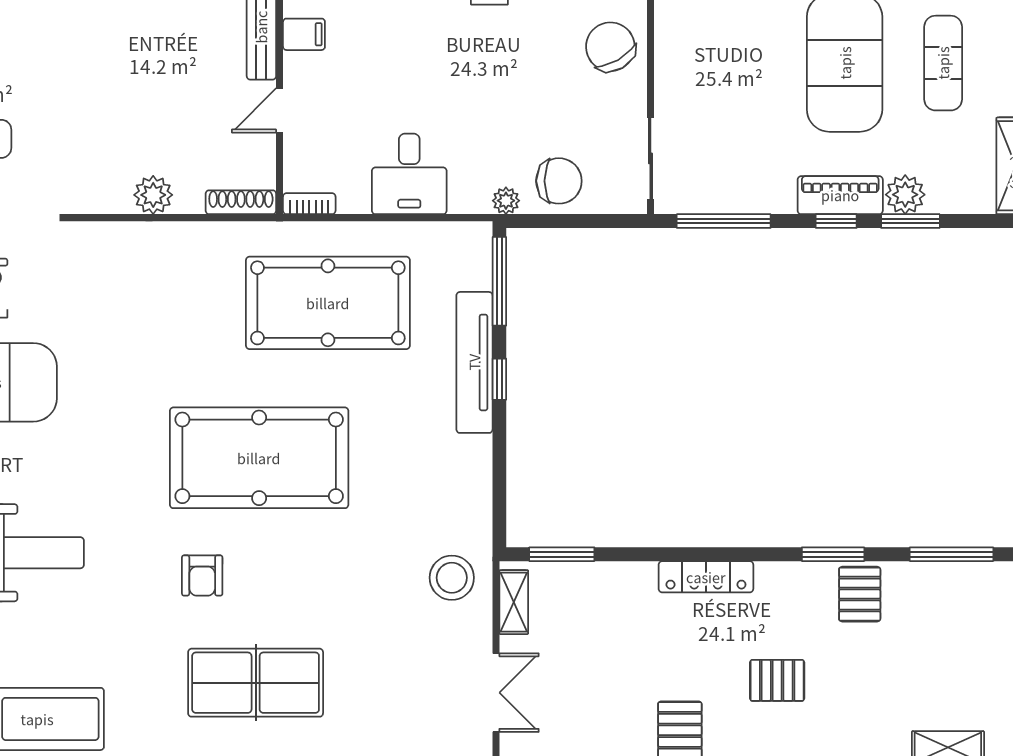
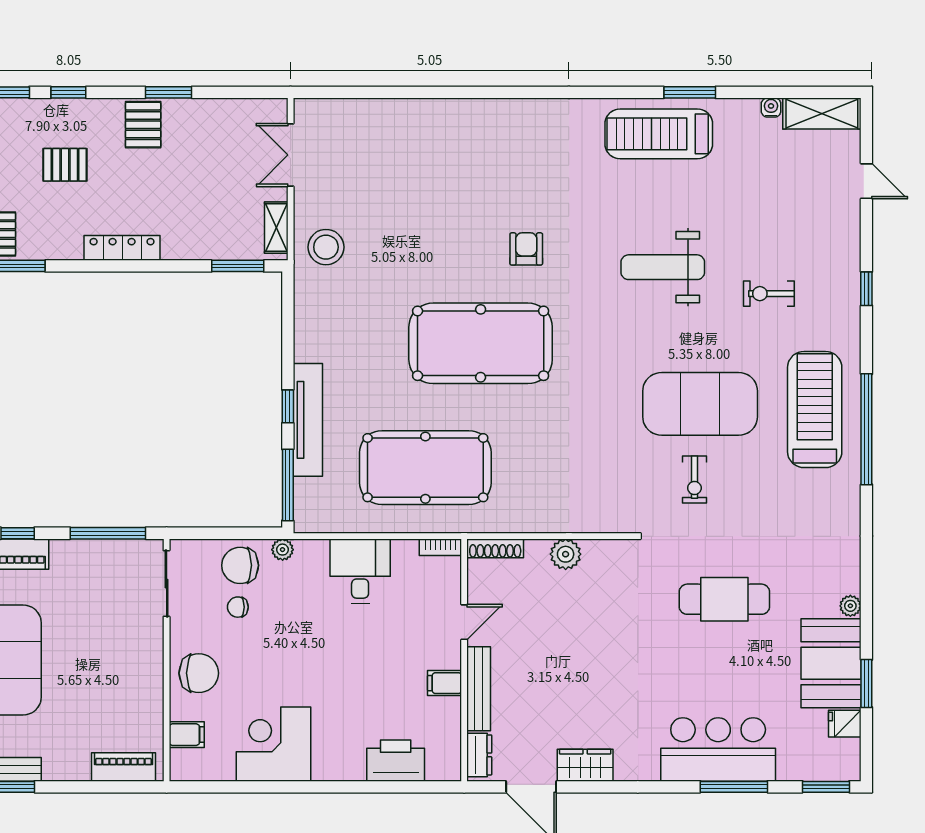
chair: (610, 47) -> (199, 673), turned -60
chair: (562, 129) -> (238, 607), added
table tennis table: (256, 683) -> (483, 163), removed

